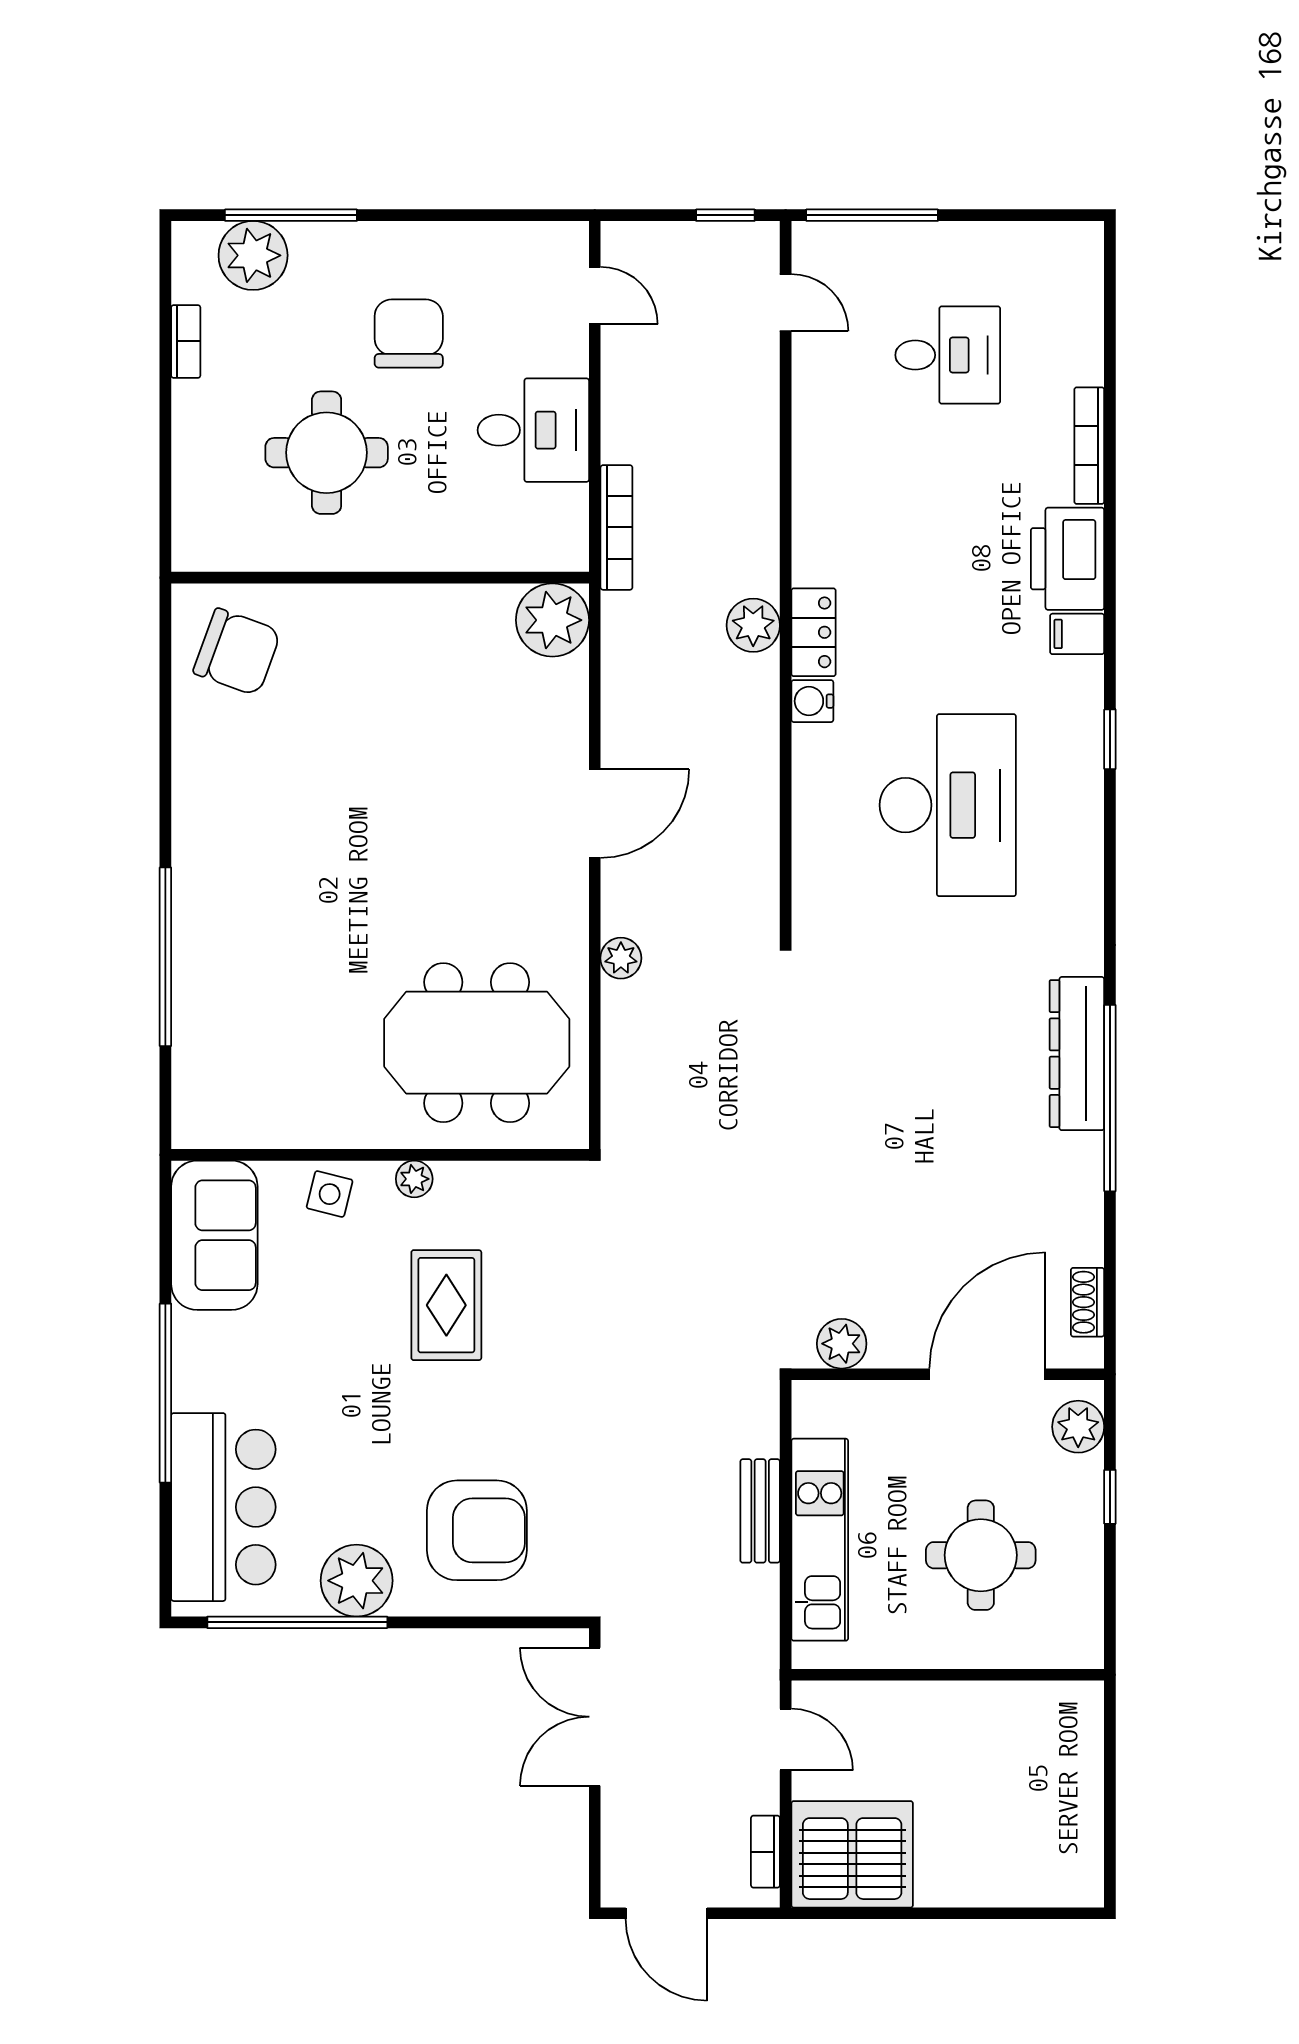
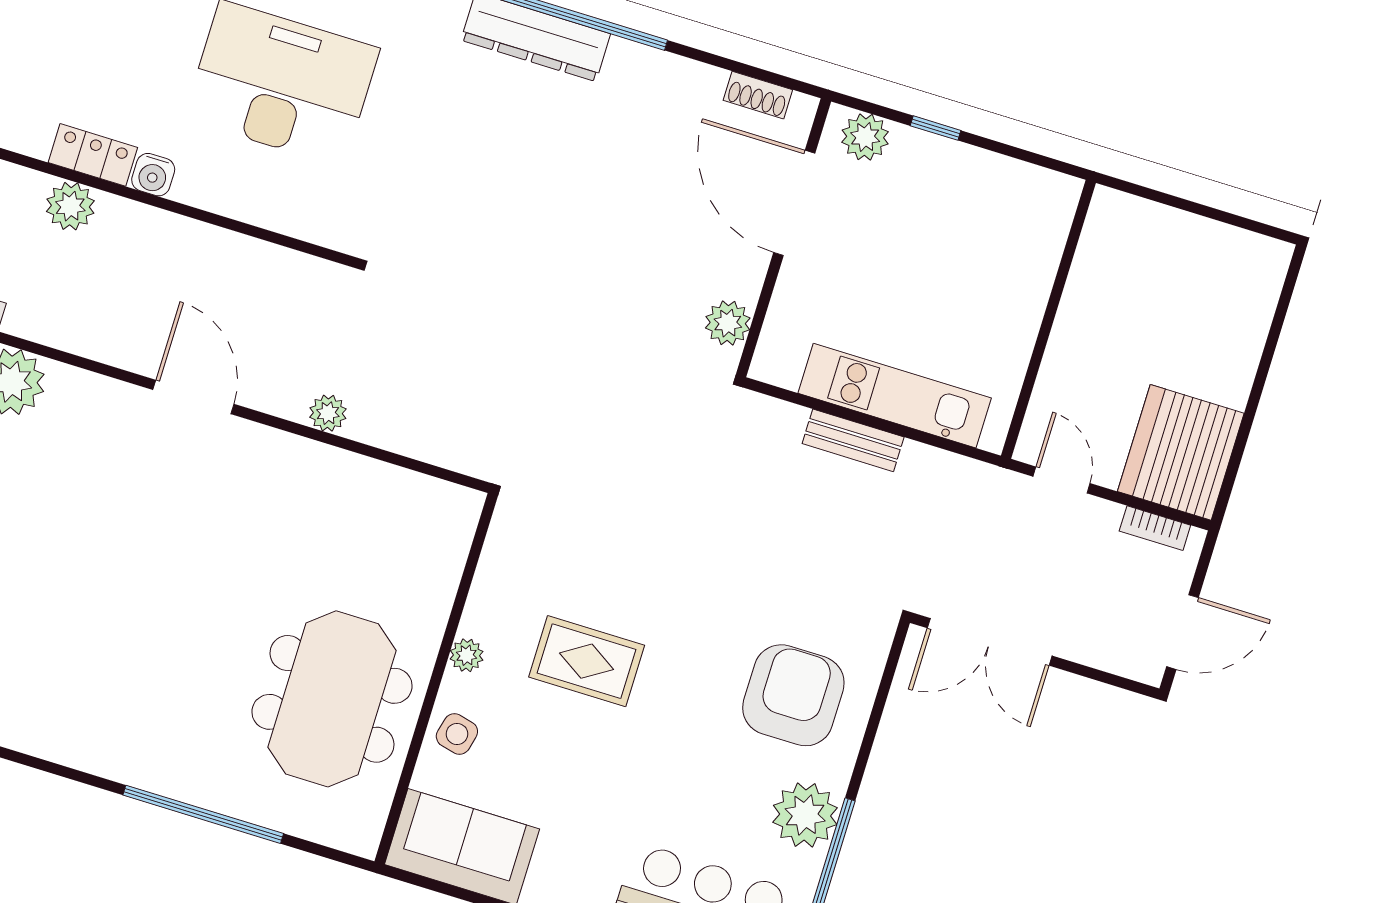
meeting table: (477, 1043) -> (332, 699), moved
round table: (981, 1555) -> (952, 258), removed
door: (786, 1740) -> (1062, 480), hinge flipped

